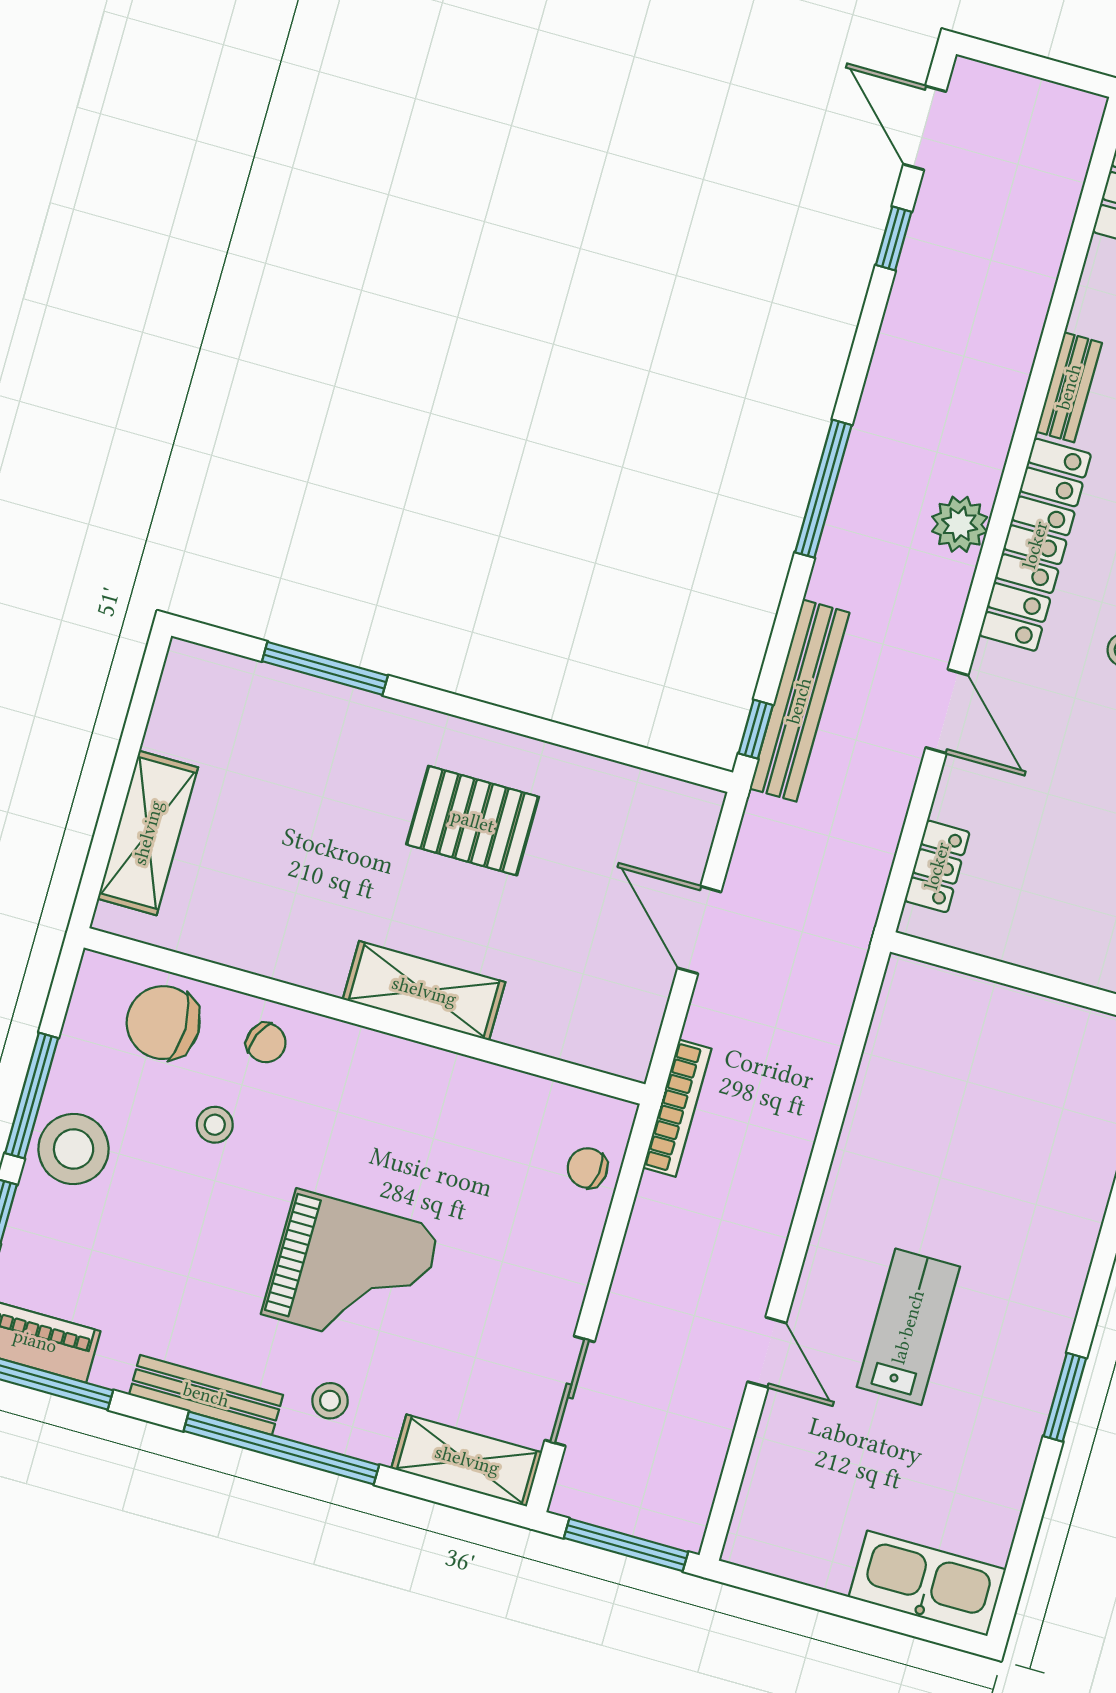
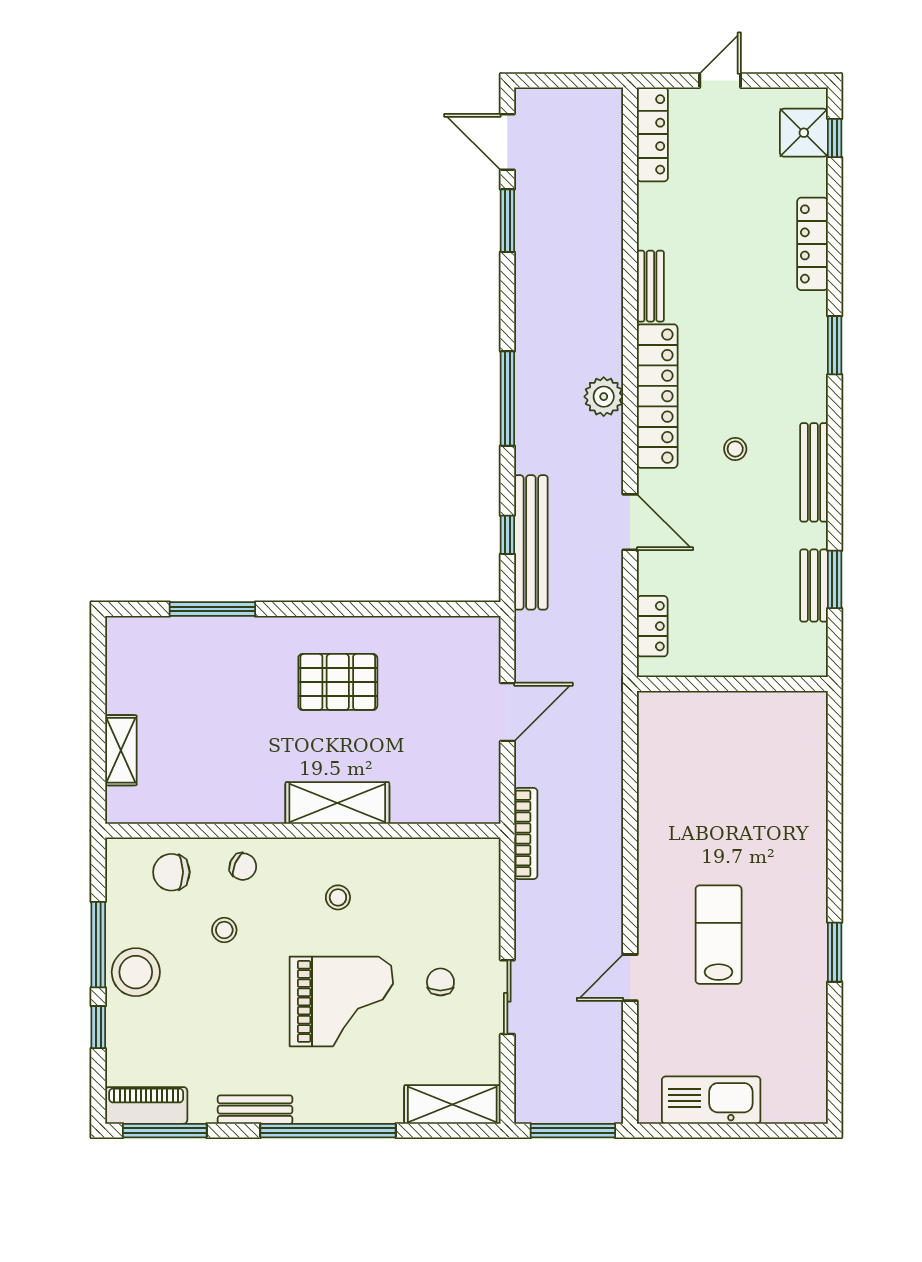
window: (894, 238) -> (507, 221), width x1.50
window: (756, 729) -> (507, 535), moved
shelving: (148, 833) -> (121, 750), width x0.67, depth x0.75
door: (699, 930) -> (507, 712), swing flipped
chair: (163, 1023) -> (171, 872), width x0.73, depth x0.73
chair: (587, 1168) -> (440, 982), moved, turned 82
door: (767, 1352) -> (630, 978), swing flipped
sliding door: (570, 1391) -> (507, 997), moved
bench: (206, 1395) -> (255, 1110), width x0.73
stool: (330, 1401) -> (338, 897), moved
kitchen sink: (927, 1583) -> (711, 1100), moved

